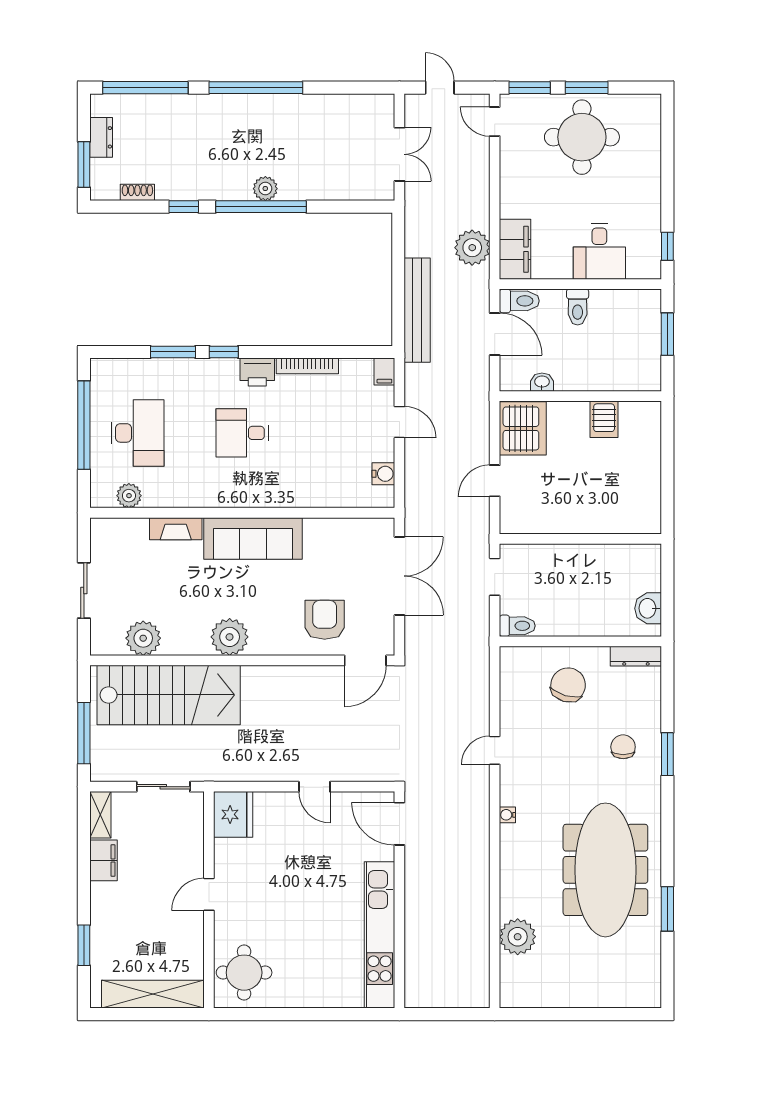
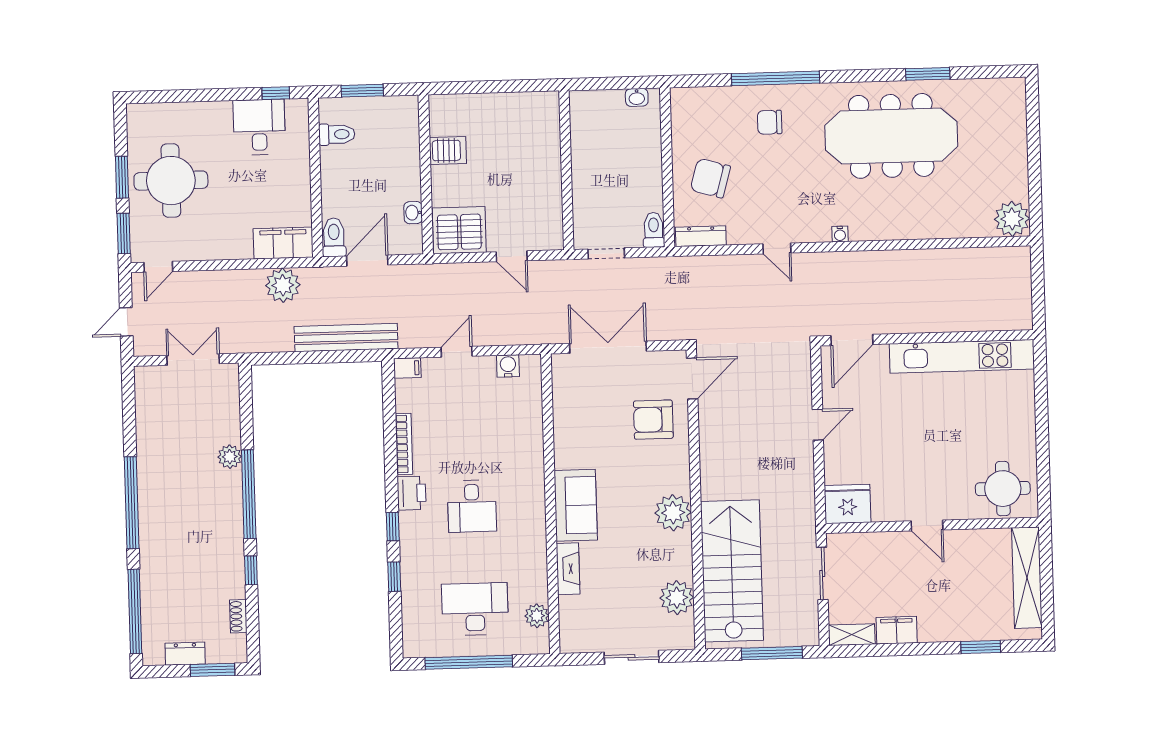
plant: (265, 189) -> (230, 457), moved
desk: (599, 251) -> (259, 127), moved, turned -90
toilet: (578, 307) -> (337, 134), moved
window: (173, 352) -> (394, 577), width x0.67
sofa: (253, 538) -> (576, 505), width x0.73
washbasin: (648, 608) -> (637, 97), width x0.72, depth x0.69
dresser: (636, 656) -> (701, 236), moved, turned -90
door: (365, 660) -> (692, 378), hinge flipped
window: (667, 754) -> (776, 78), width x2.11
plant: (518, 937) -> (1012, 219), moved

